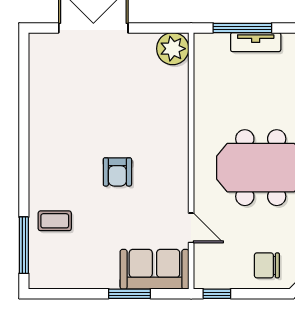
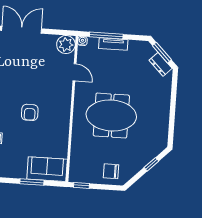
water cooler: (201, 40) -> (82, 41), added
door: (191, 228) -> (75, 72), moved

